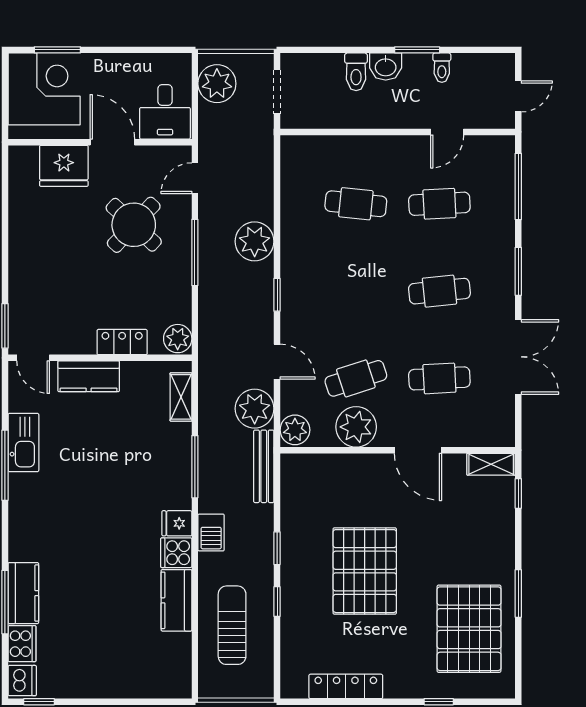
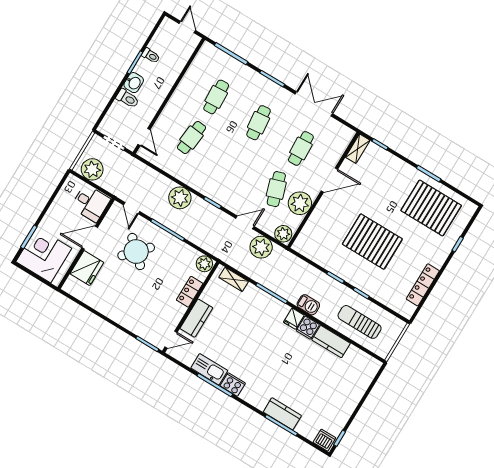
door: (447, 132) -> (144, 137), moved
bench: (264, 466) -> (292, 260), removed
cooker: (22, 644) -> (233, 384), moved

